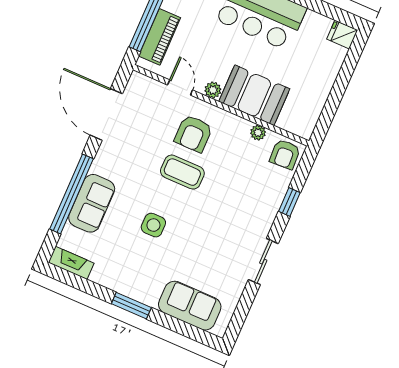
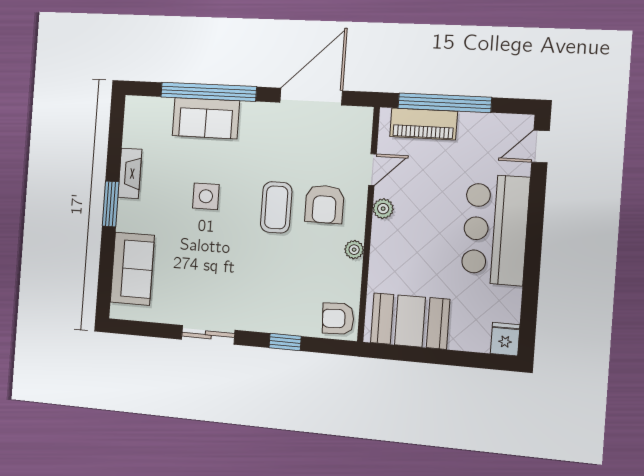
booth: (254, 95) -> (410, 321), moved, turned 90
plant: (258, 133) -> (354, 250), moved
armchair: (193, 134) -> (324, 204), turned -90
fireplace: (71, 263) -> (130, 173), moved

